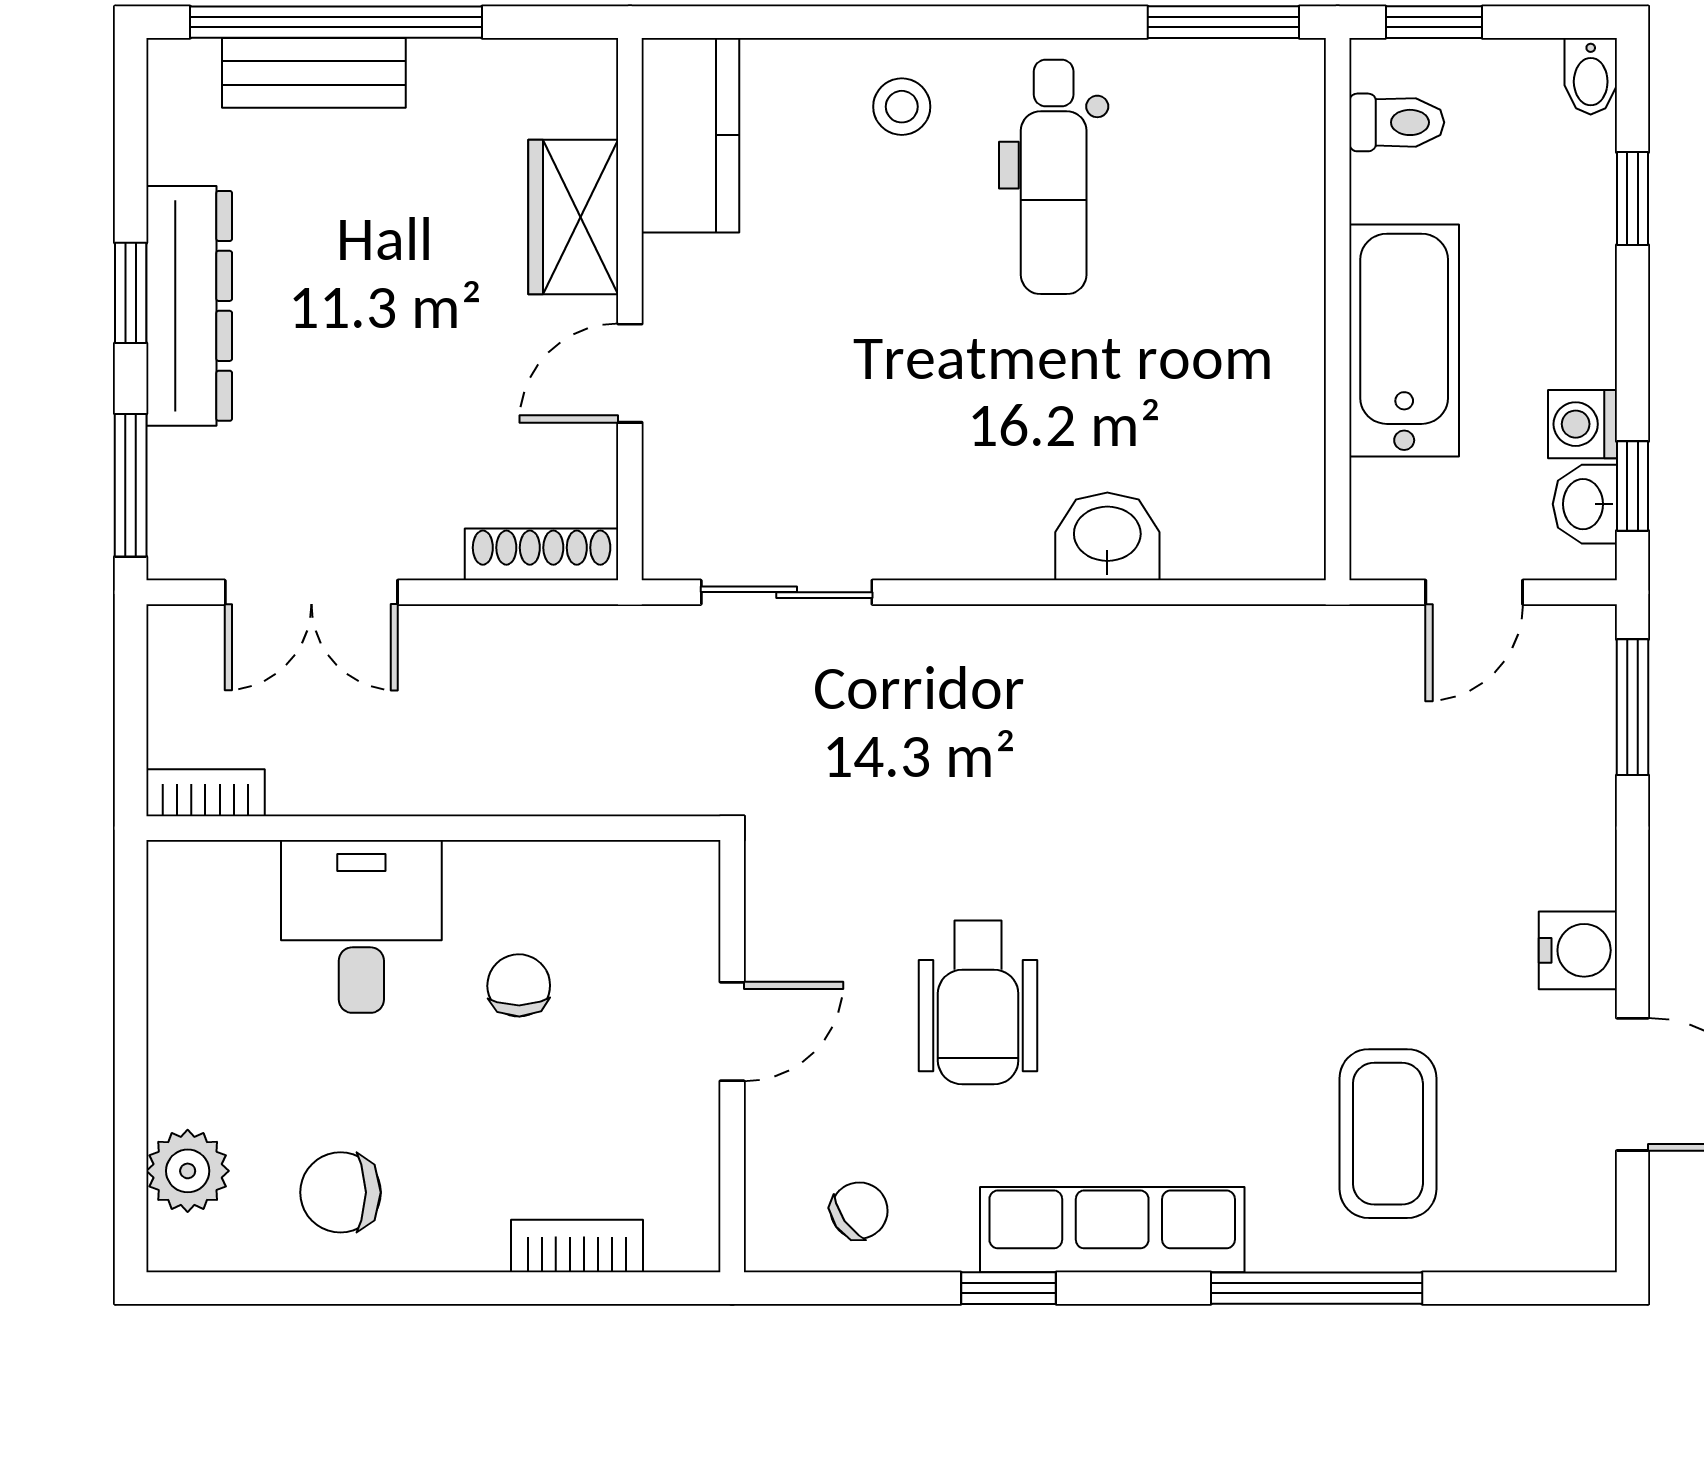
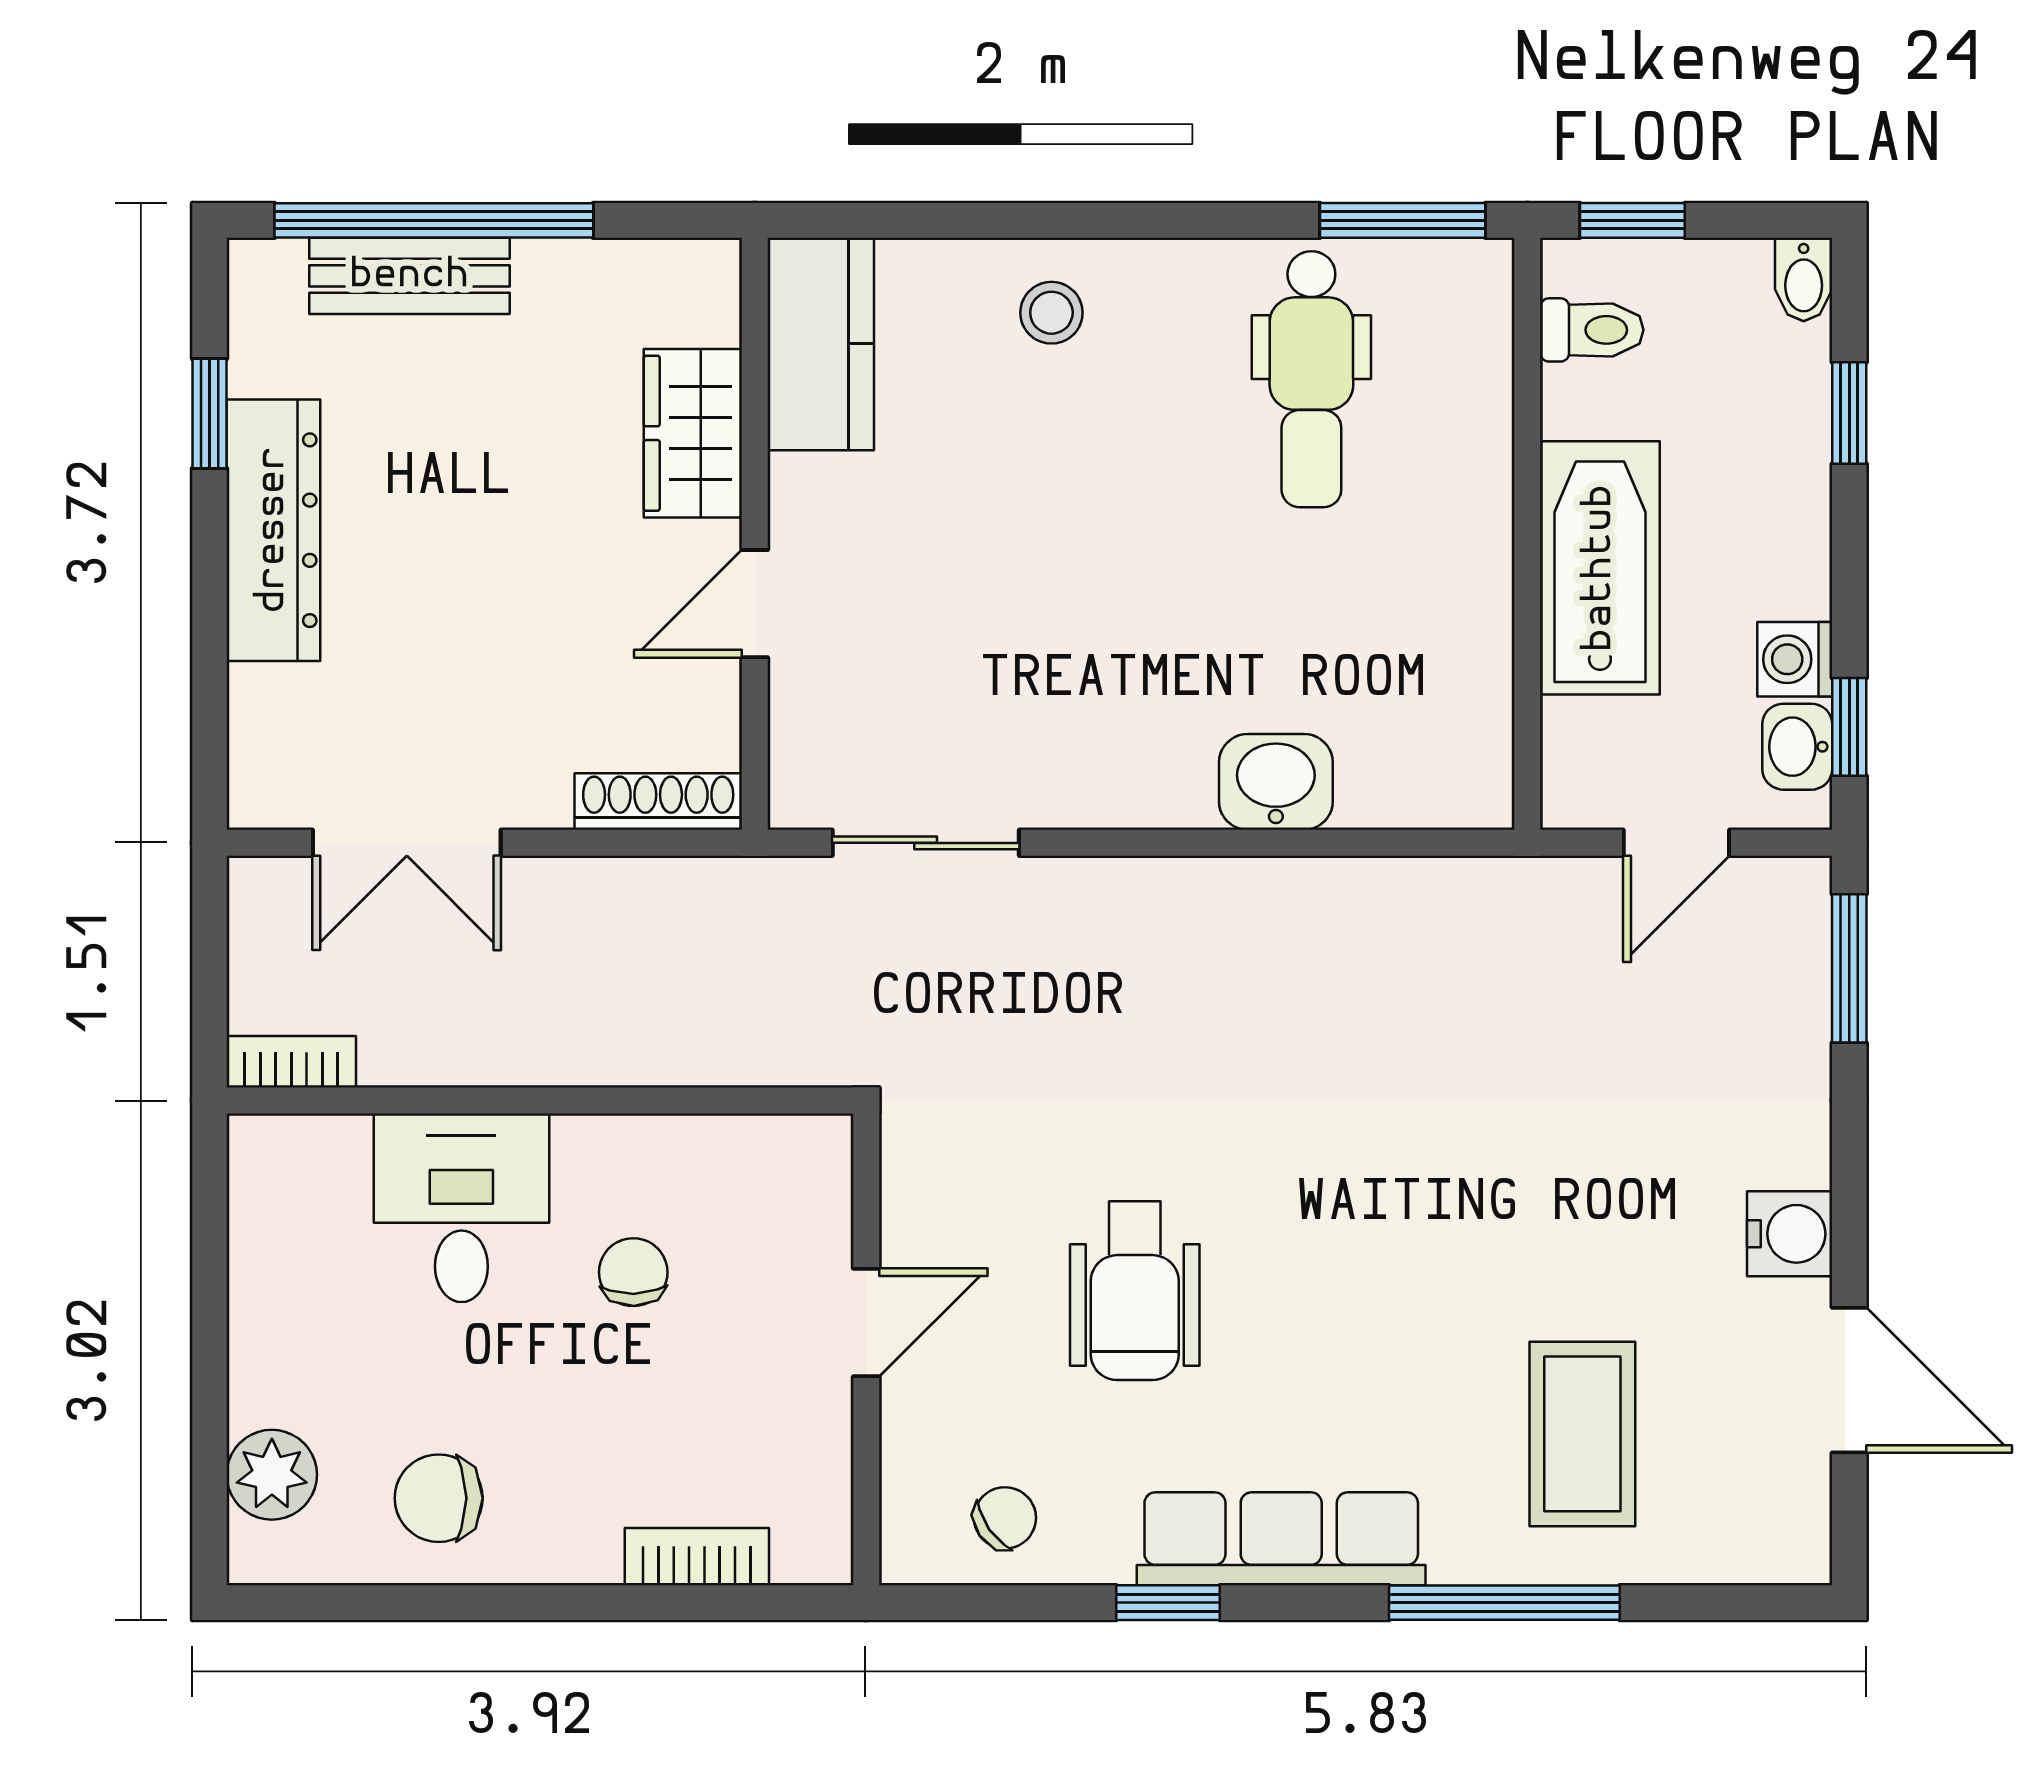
dental chair: (1054, 177) -> (1311, 379), moved
window: (131, 293) -> (209, 414), moved
window: (131, 485) -> (209, 726), removed

